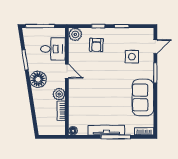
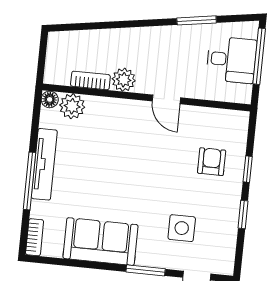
plant: (75, 34) -> (72, 106), moved
armchair: (96, 45) -> (212, 162), turned 88
desk: (53, 49) -> (231, 60), moved, turned -90
door: (67, 71) -> (166, 99), hinge flipped
floor lamp: (38, 79) -> (156, 42), removed

